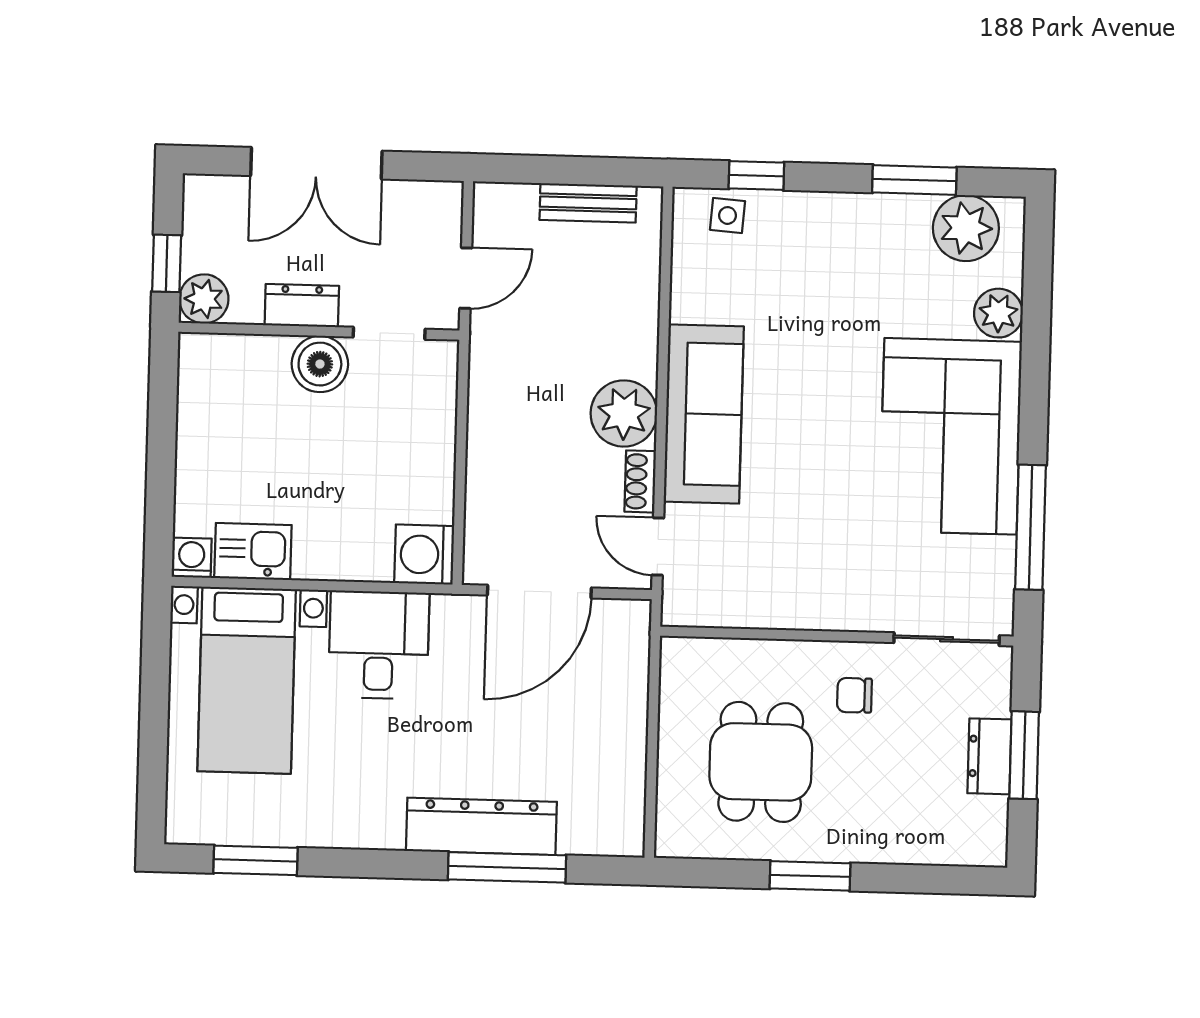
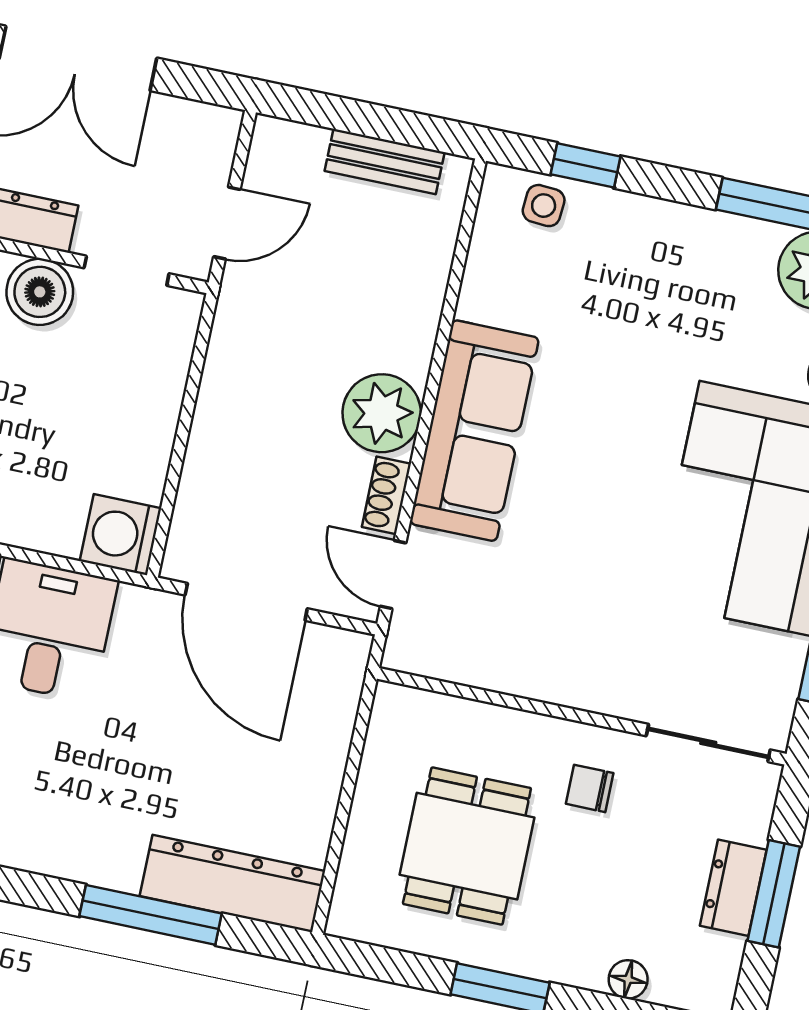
door: (539, 592) -> (246, 602), hinge flipped
dresser: (481, 826) -> (232, 884), moved
floor lamp: (916, 849) -> (628, 979), added

